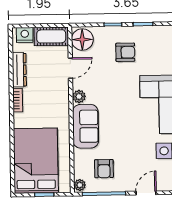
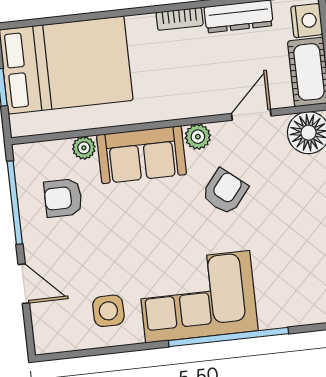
armchair: (125, 52) -> (225, 192), moved, turned -141
door: (70, 68) -> (251, 115), swing flipped
plant: (80, 185) -> (84, 148), moved

